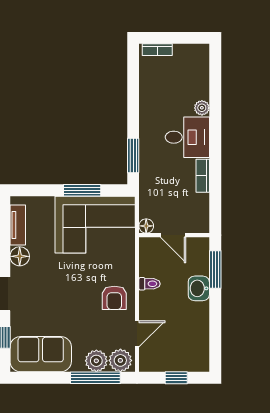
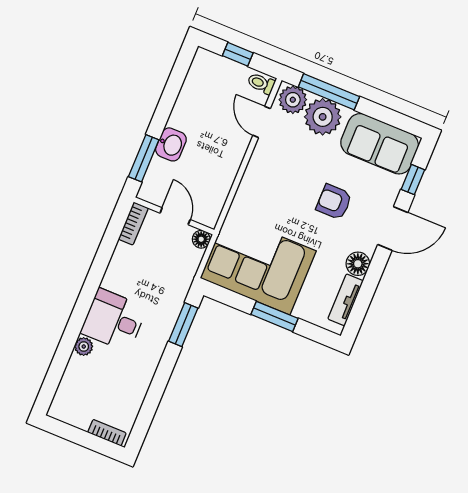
bookcase: (203, 176) -> (133, 224), moved
window: (82, 190) -> (274, 316), moved
toilet: (150, 284) -> (261, 83), moved
armchair: (114, 298) -> (334, 202), moved, turned -90
door: (137, 334) -> (262, 122), hinge flipped
plant: (96, 361) -> (323, 117), width x1.36, depth x1.36

